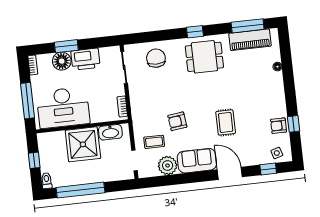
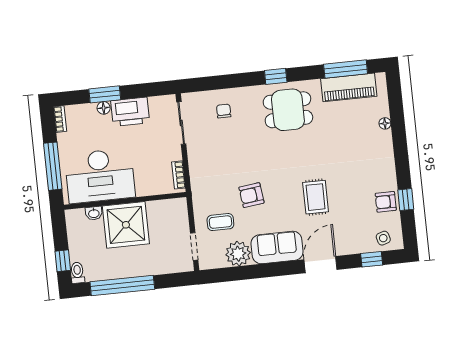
chair: (156, 58) -> (224, 111), width x0.54, depth x0.54
floor lamp: (62, 61) -> (104, 108), width x0.53, depth x0.53
washbasin: (110, 132) -> (94, 213), moved, width x0.52, depth x0.69
window: (34, 160) -> (63, 261), moved
door: (230, 173) -> (321, 265), hinge flipped

